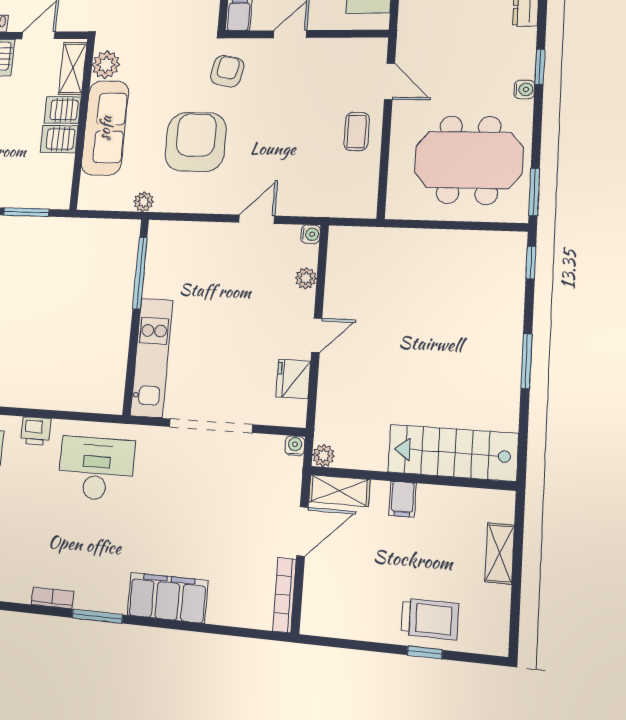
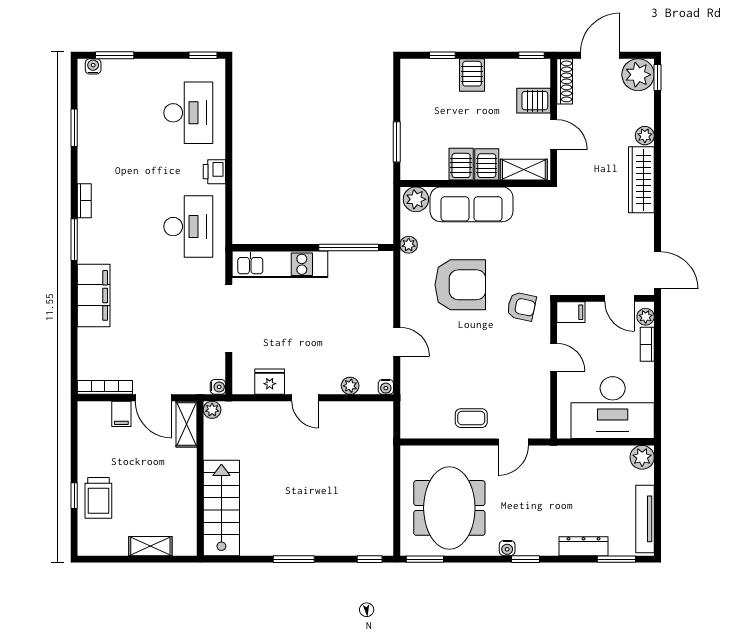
plant: (106, 65) -> (416, 199), moved
filing cabinet: (403, 499) -> (121, 414), moved, turned -90

